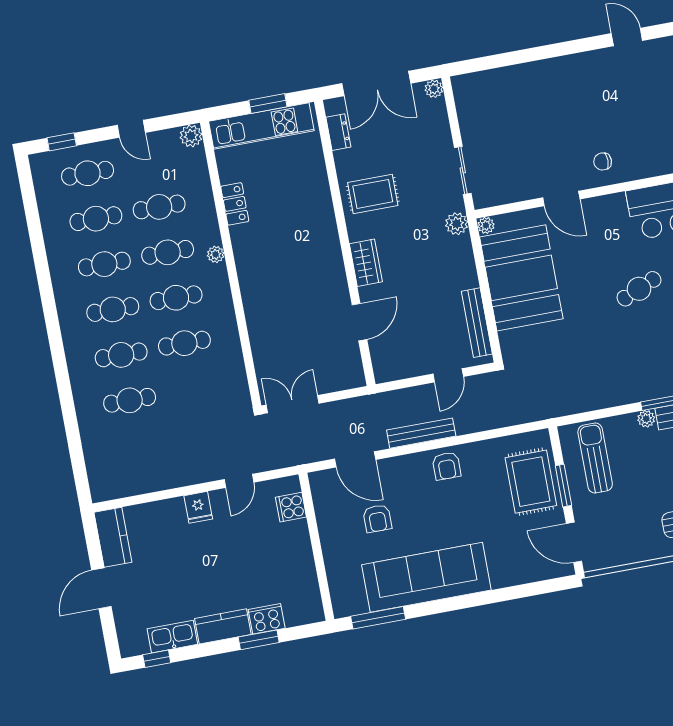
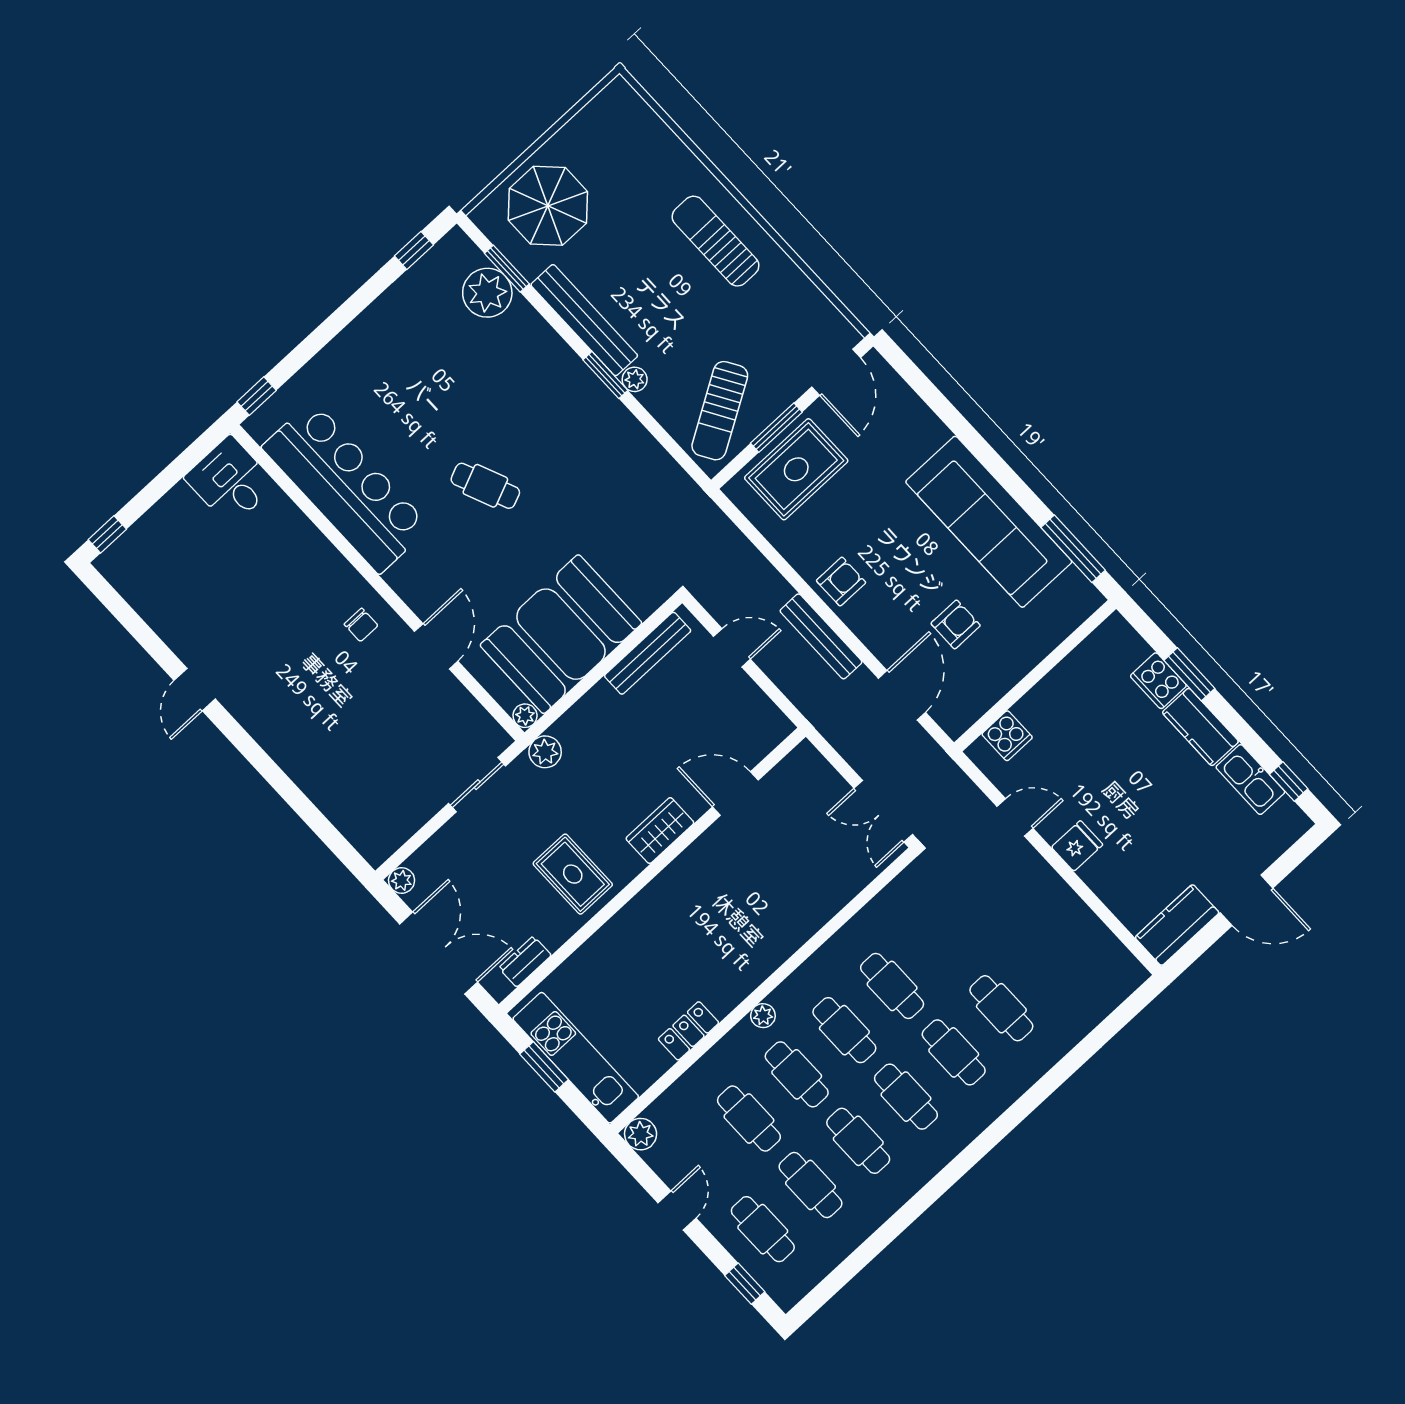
sun lounger: (595, 458) -> (720, 411), turned -31

